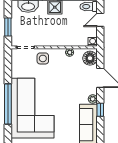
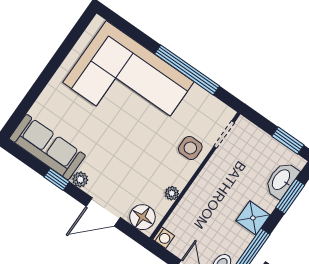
window: (8, 27) -> (288, 141), moved
window: (8, 104) -> (187, 70), moved

